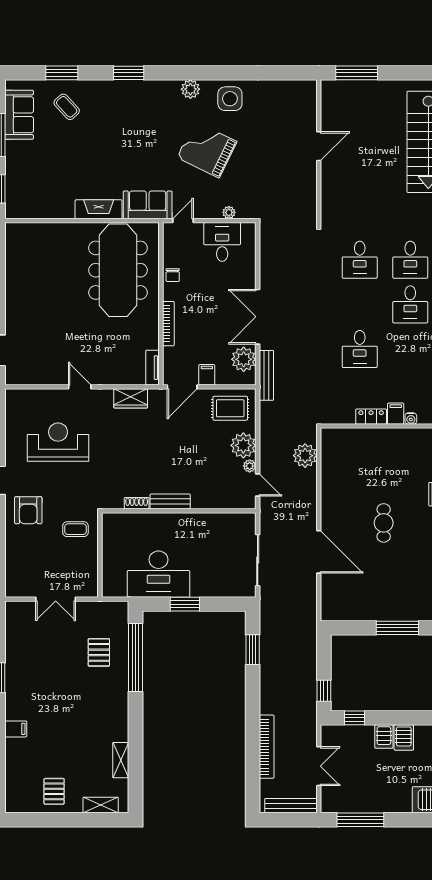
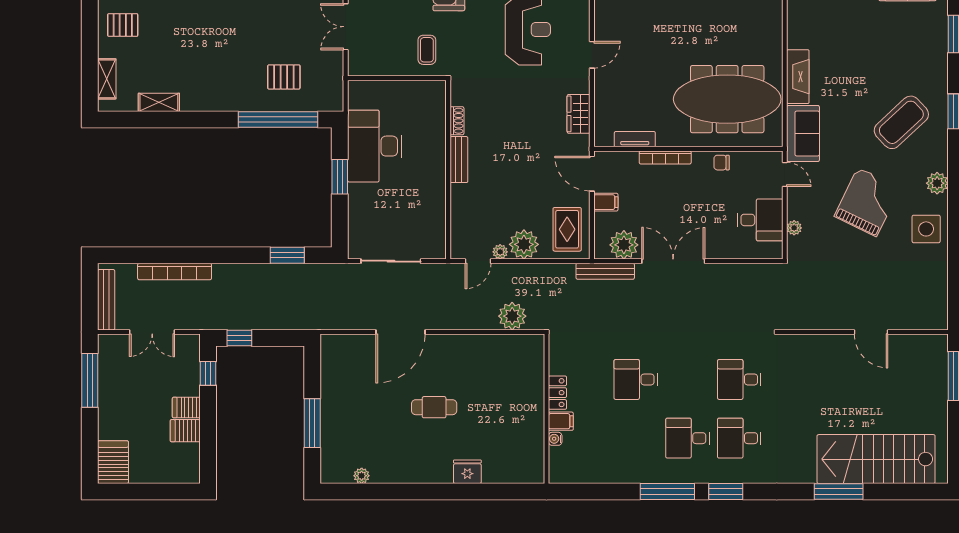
coffee table: (67, 107) -> (901, 122), moved, width x1.86, depth x1.72
tv unit: (153, 368) -> (635, 139), moved

